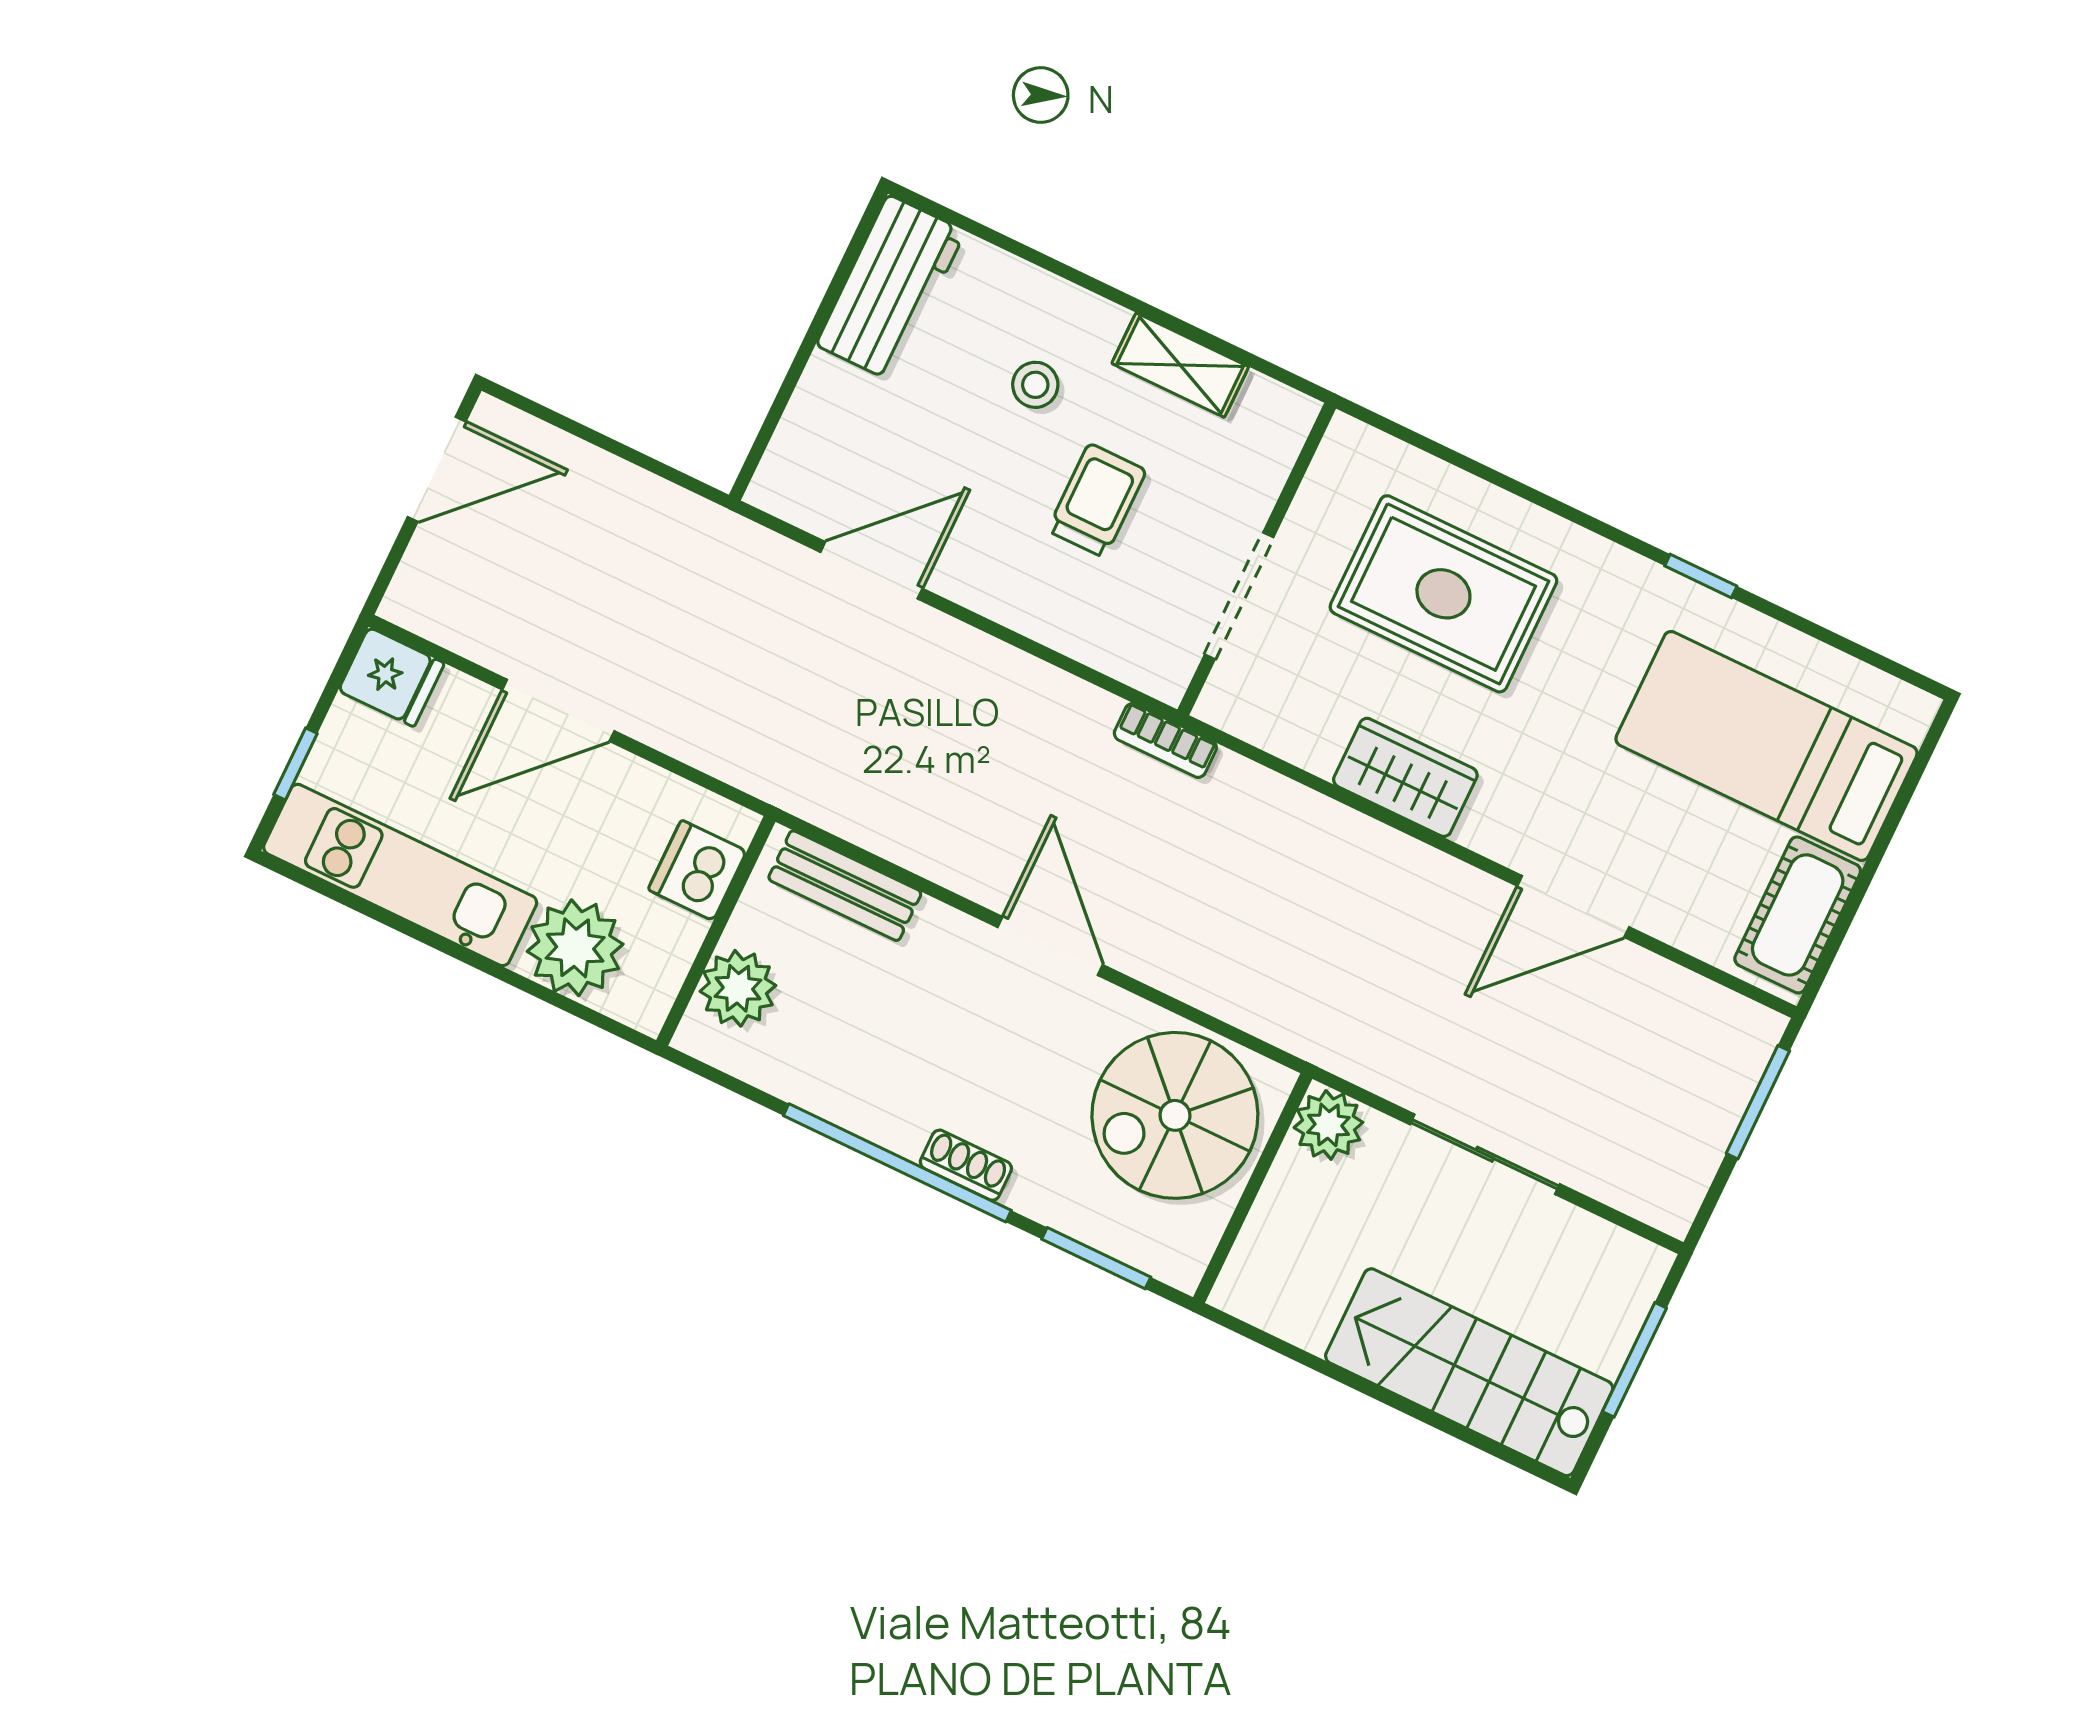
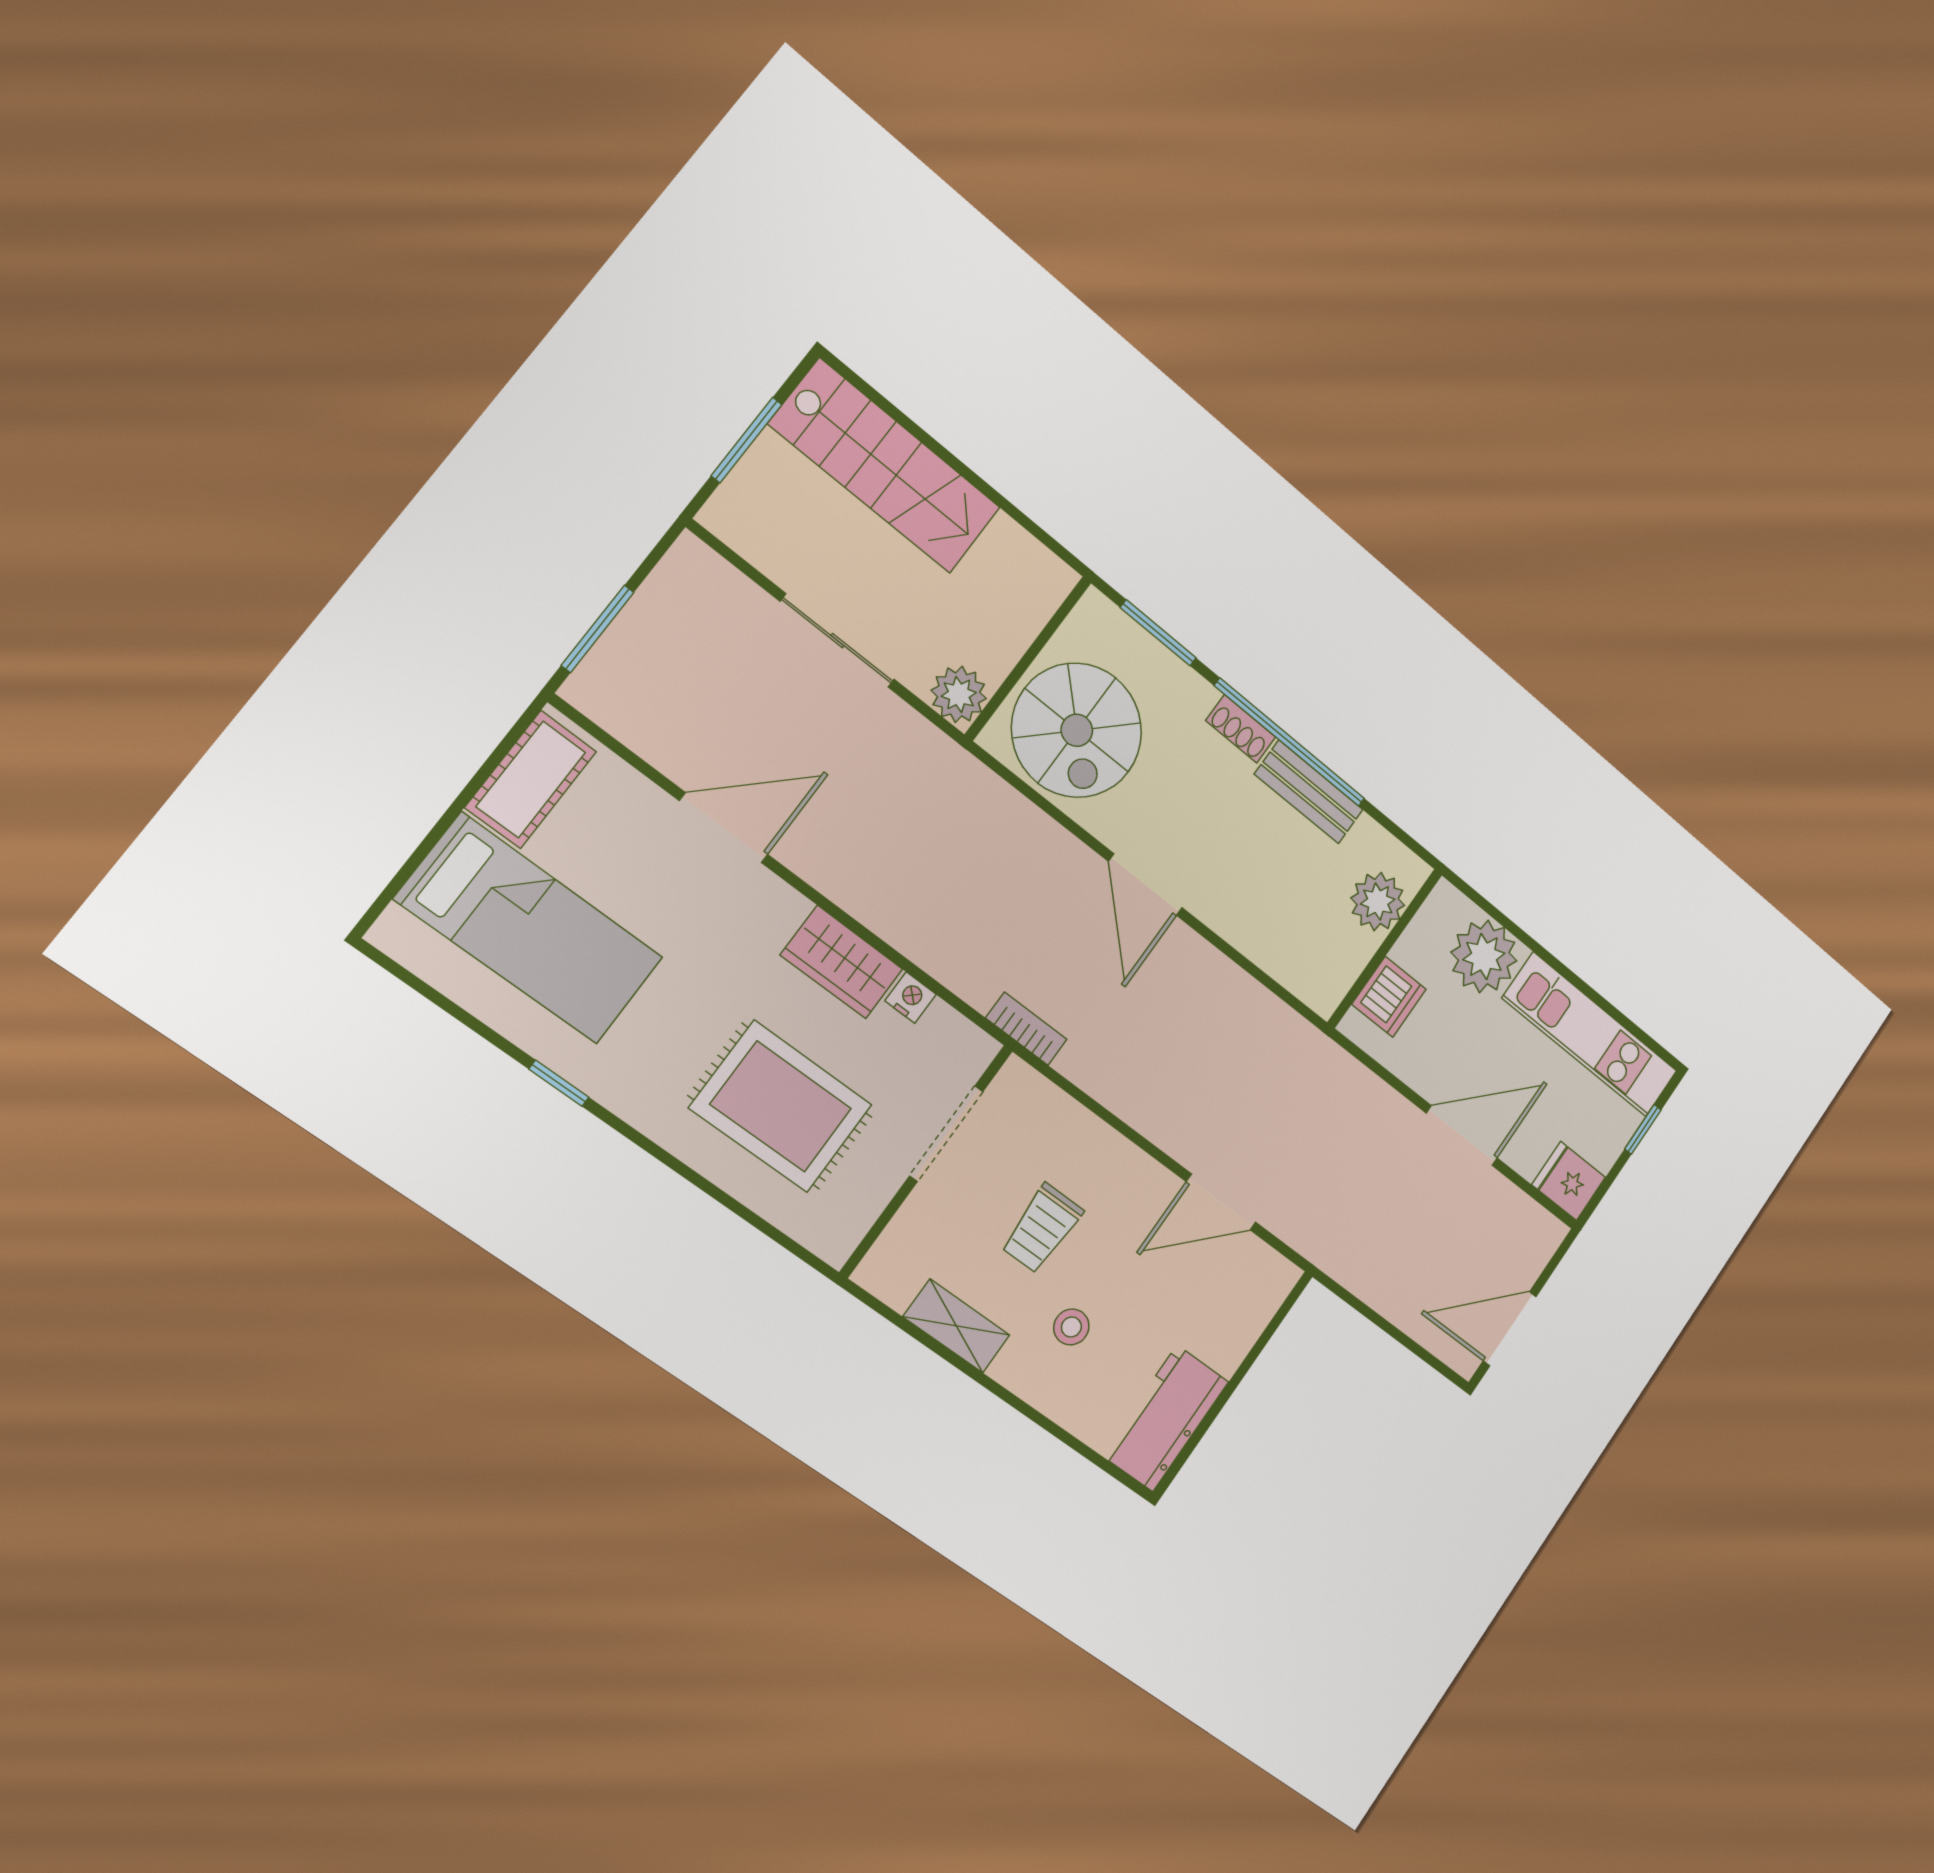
nightstand: (1315, 751) -> (911, 998), added
bench: (845, 886) -> (1309, 792), moved
spiral stairs: (1175, 1115) -> (1077, 730), turned 90

